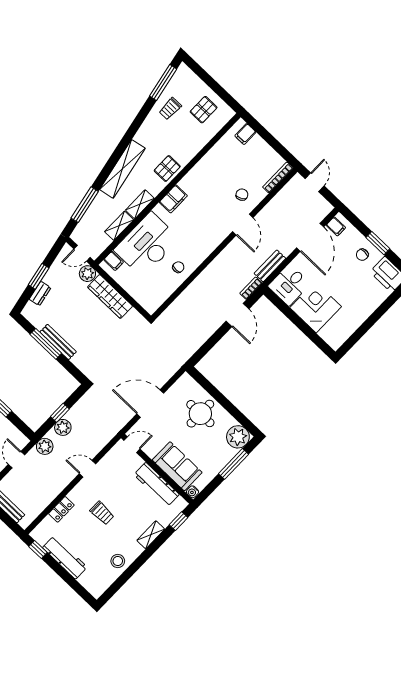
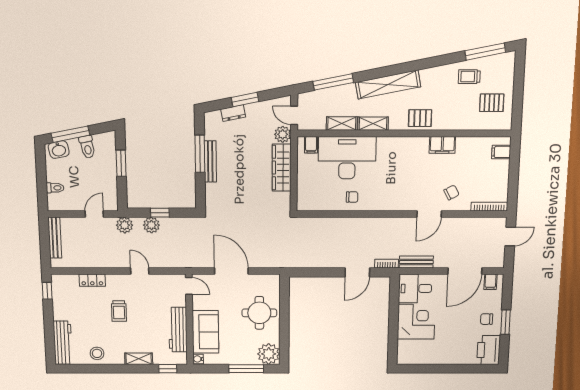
filing cabinet: (173, 199) -> (442, 145), moved
workbench: (65, 557) -> (63, 343), moved

